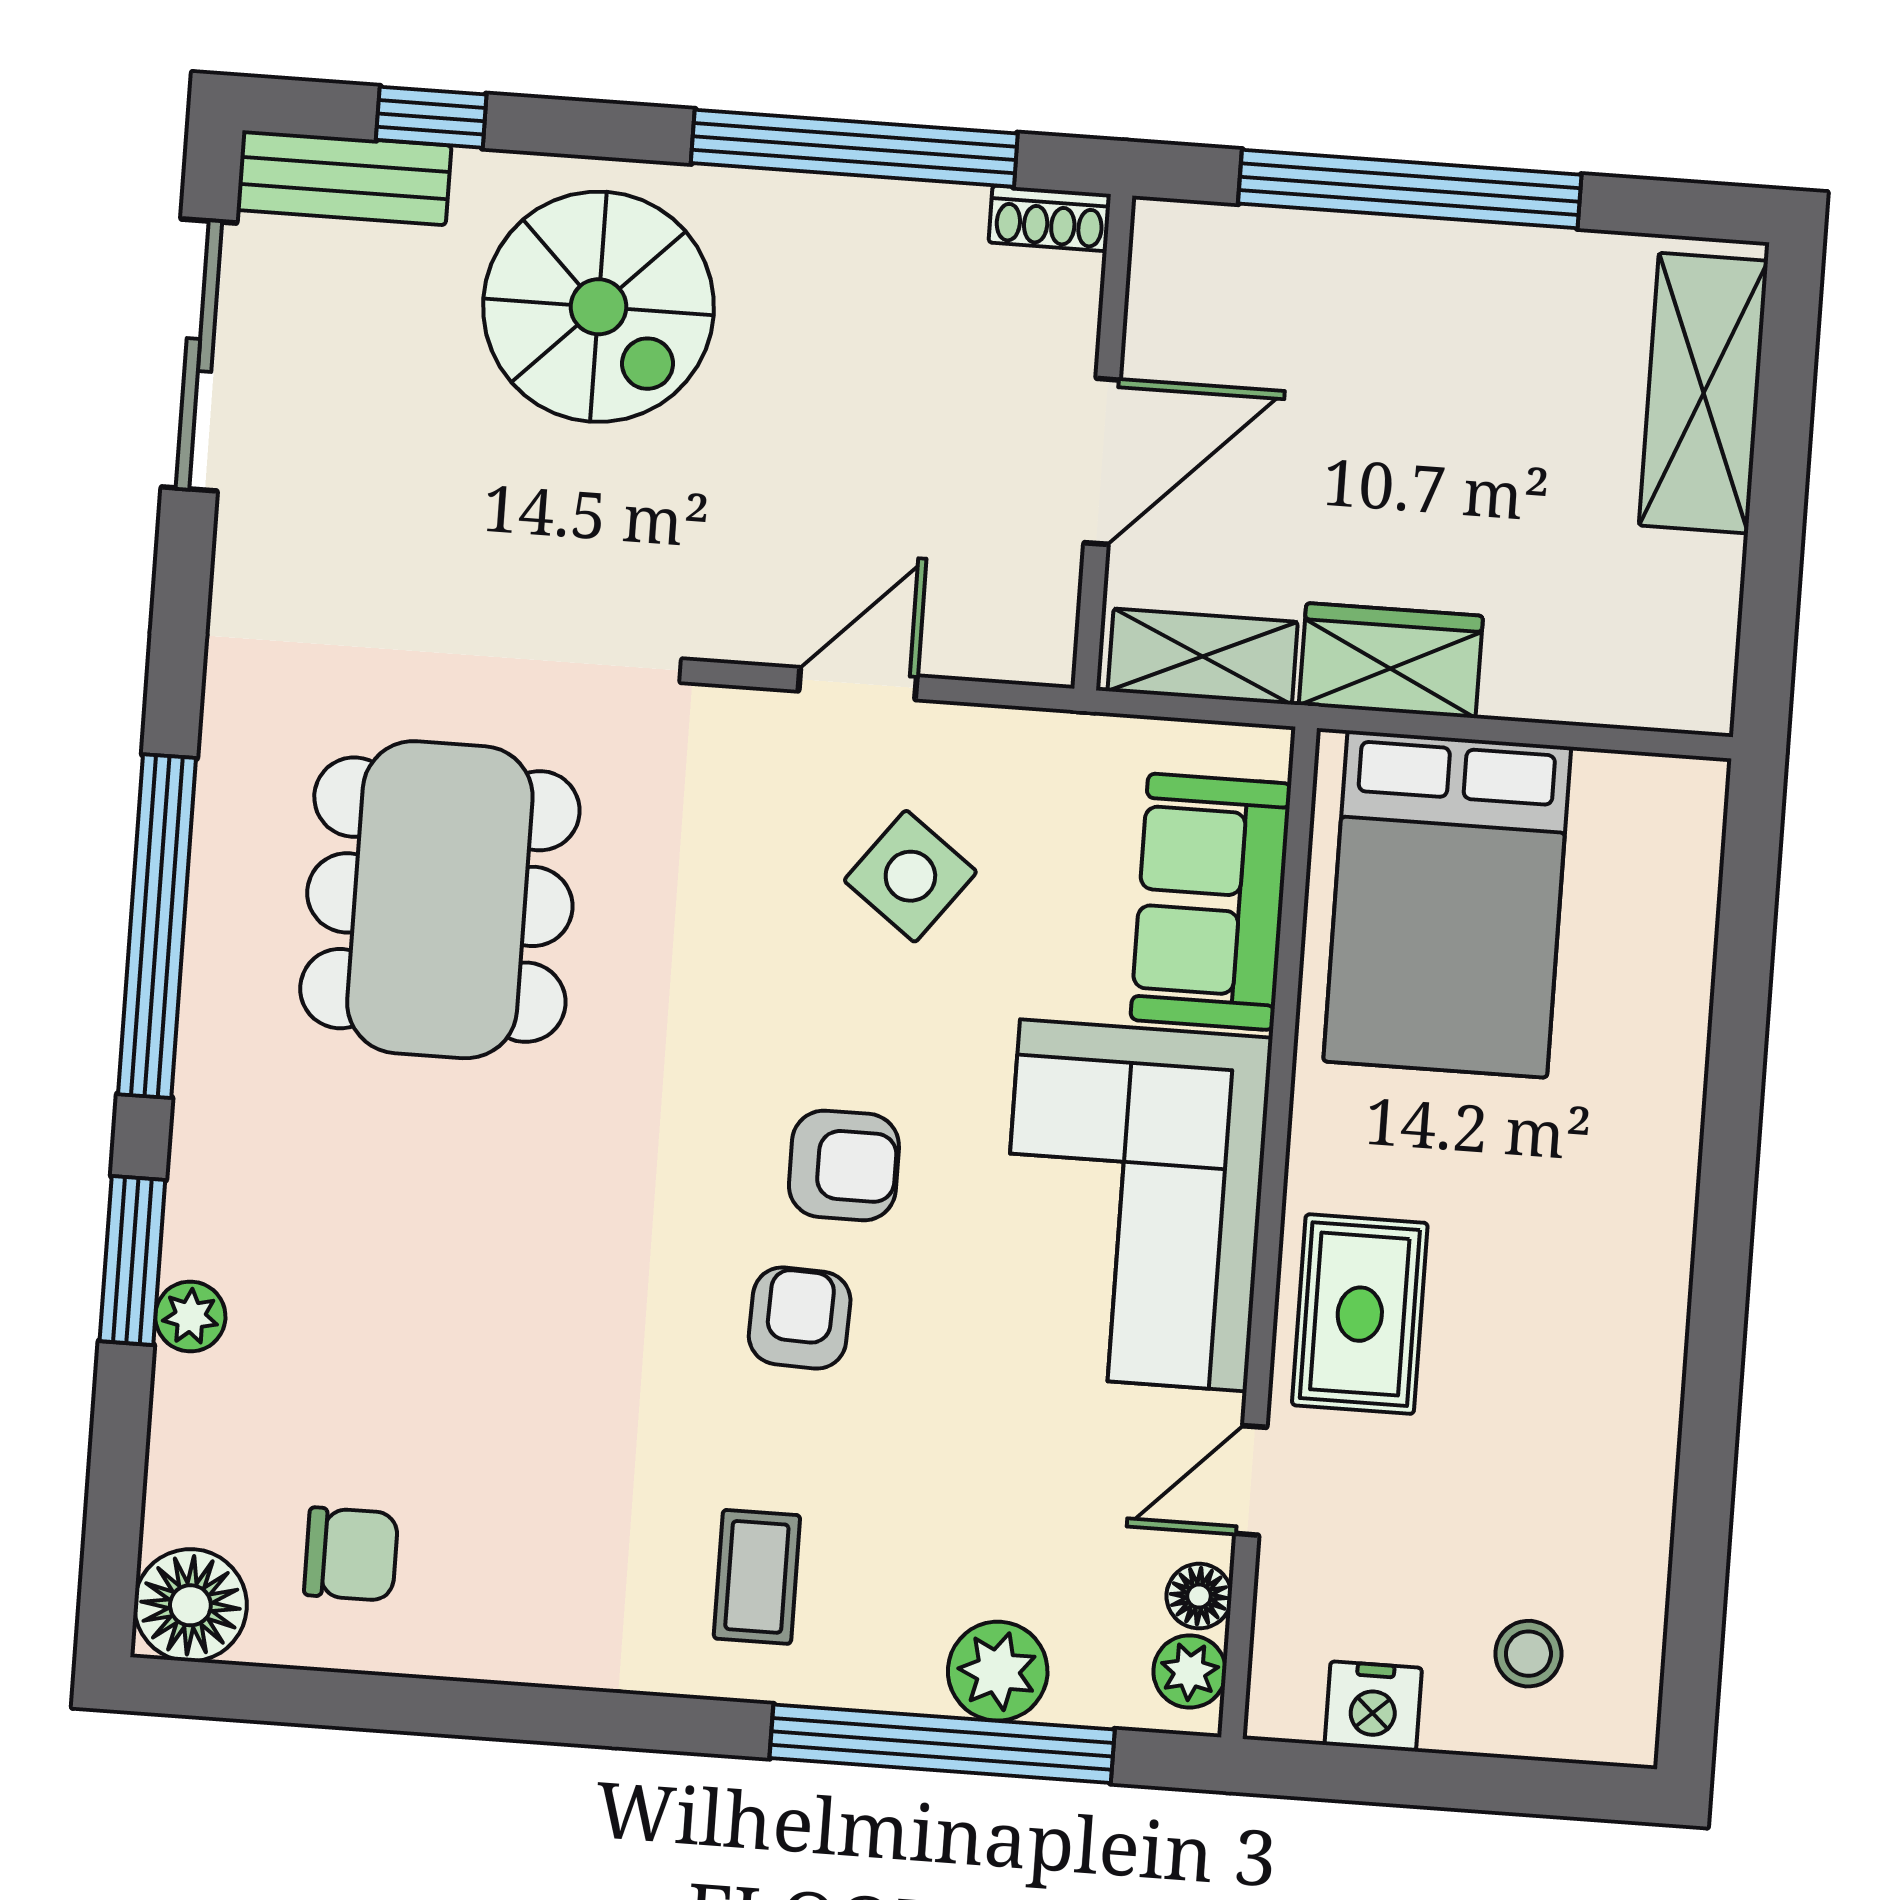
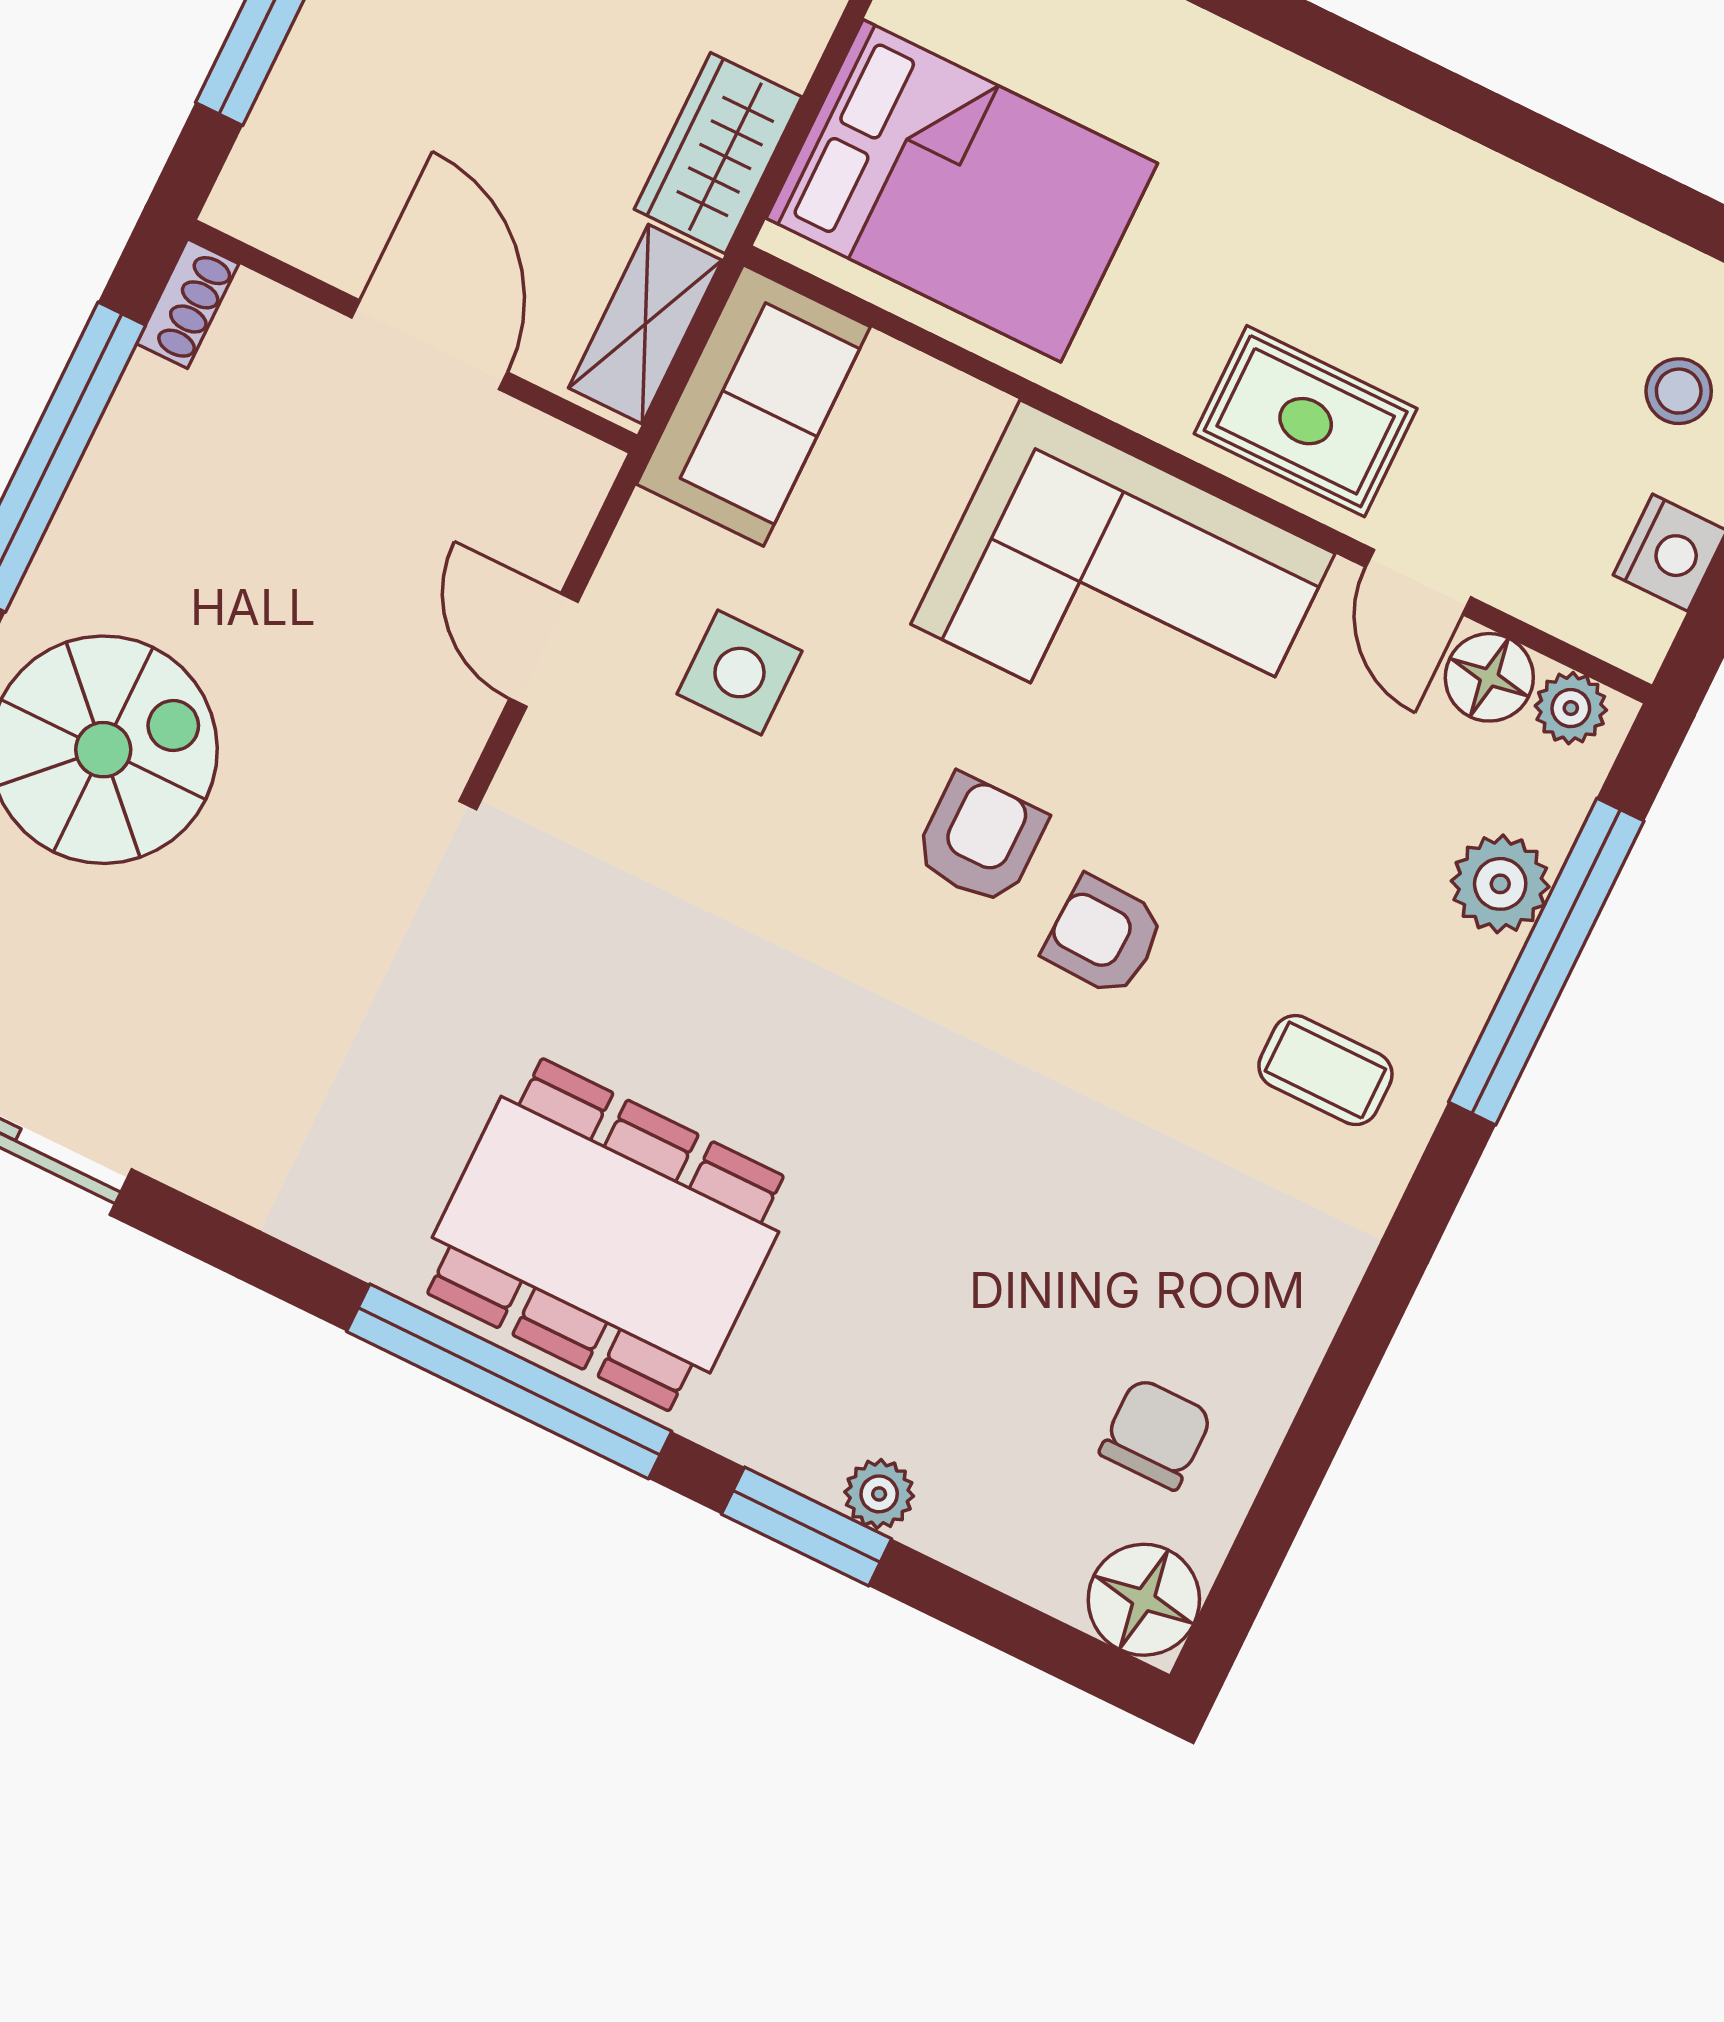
side table: (910, 876) -> (739, 673), turned -37
dining table: (440, 900) -> (605, 1235), moved
sofa: (1211, 902) -> (753, 405), moved, turned -90
floor lamp: (1199, 1596) -> (1489, 677), width x1.37, depth x1.37

